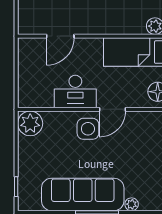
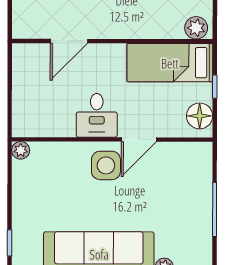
desk: (75, 91) -> (97, 115), width x0.73
plant: (30, 123) -> (21, 150), width x0.53, depth x0.53

